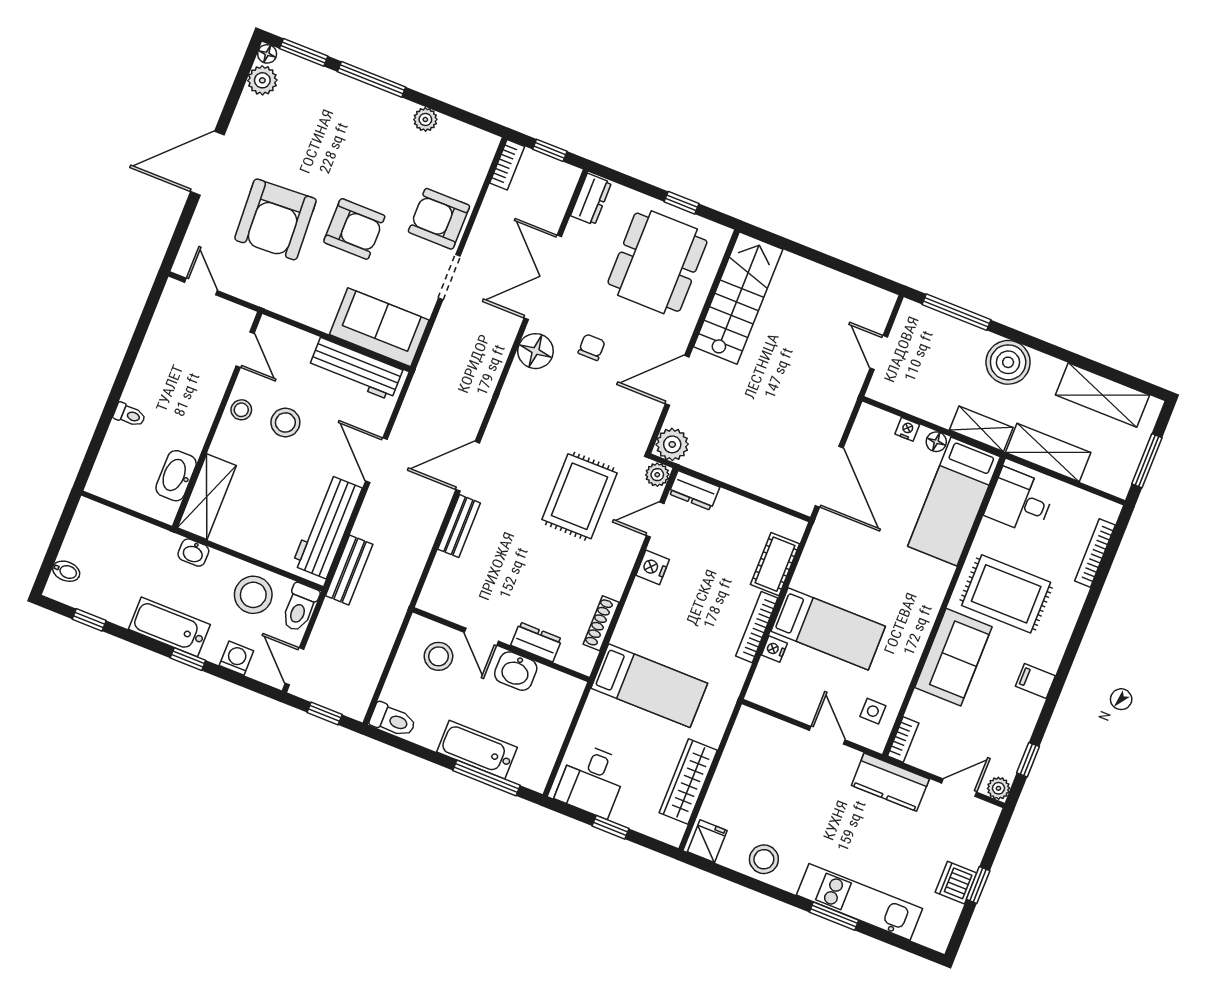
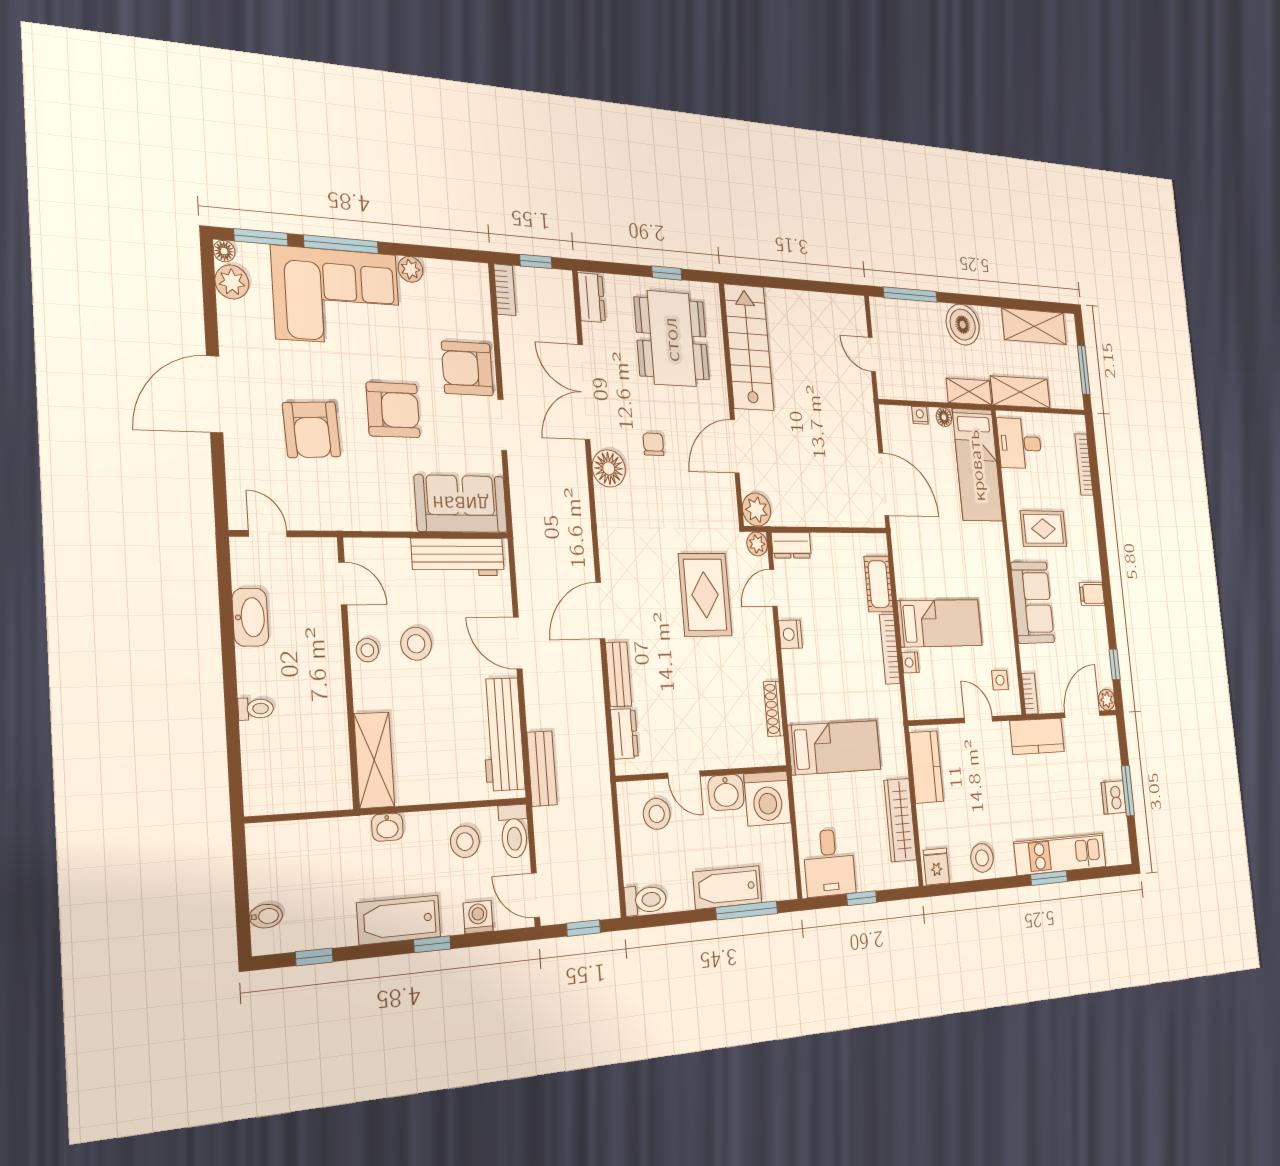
corner sofa: (347, 120) -> (337, 296), added
armchair: (275, 219) -> (312, 430), width x0.73, depth x0.73
washbasin: (176, 476) -> (250, 617), moved, turned 180
rug: (1006, 594) -> (1043, 529), width x0.73, depth x0.70
stool: (253, 595) -> (465, 842), width x0.73, depth x0.73
dresser: (536, 642) -> (624, 734), moved, turned 90
washing machine: (555, 696) -> (767, 798), added
kitchen counter: (743, 749) -> (926, 767), added
door: (959, 788) -> (1082, 714), width x1.38
window: (978, 885) -> (1128, 791), width x1.50

